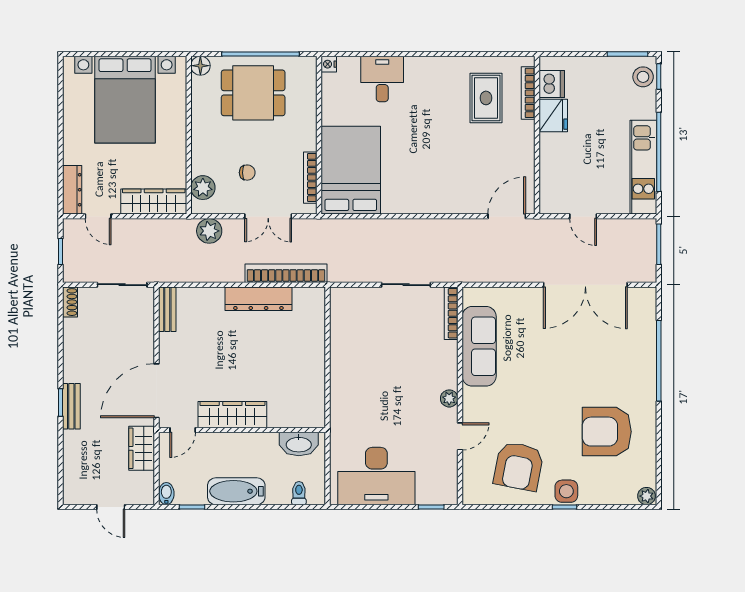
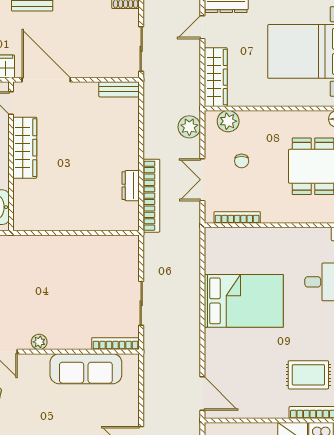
bed: (351, 170) -> (244, 301), moved
dresser: (258, 299) -> (131, 186), width x0.51, depth x0.80

